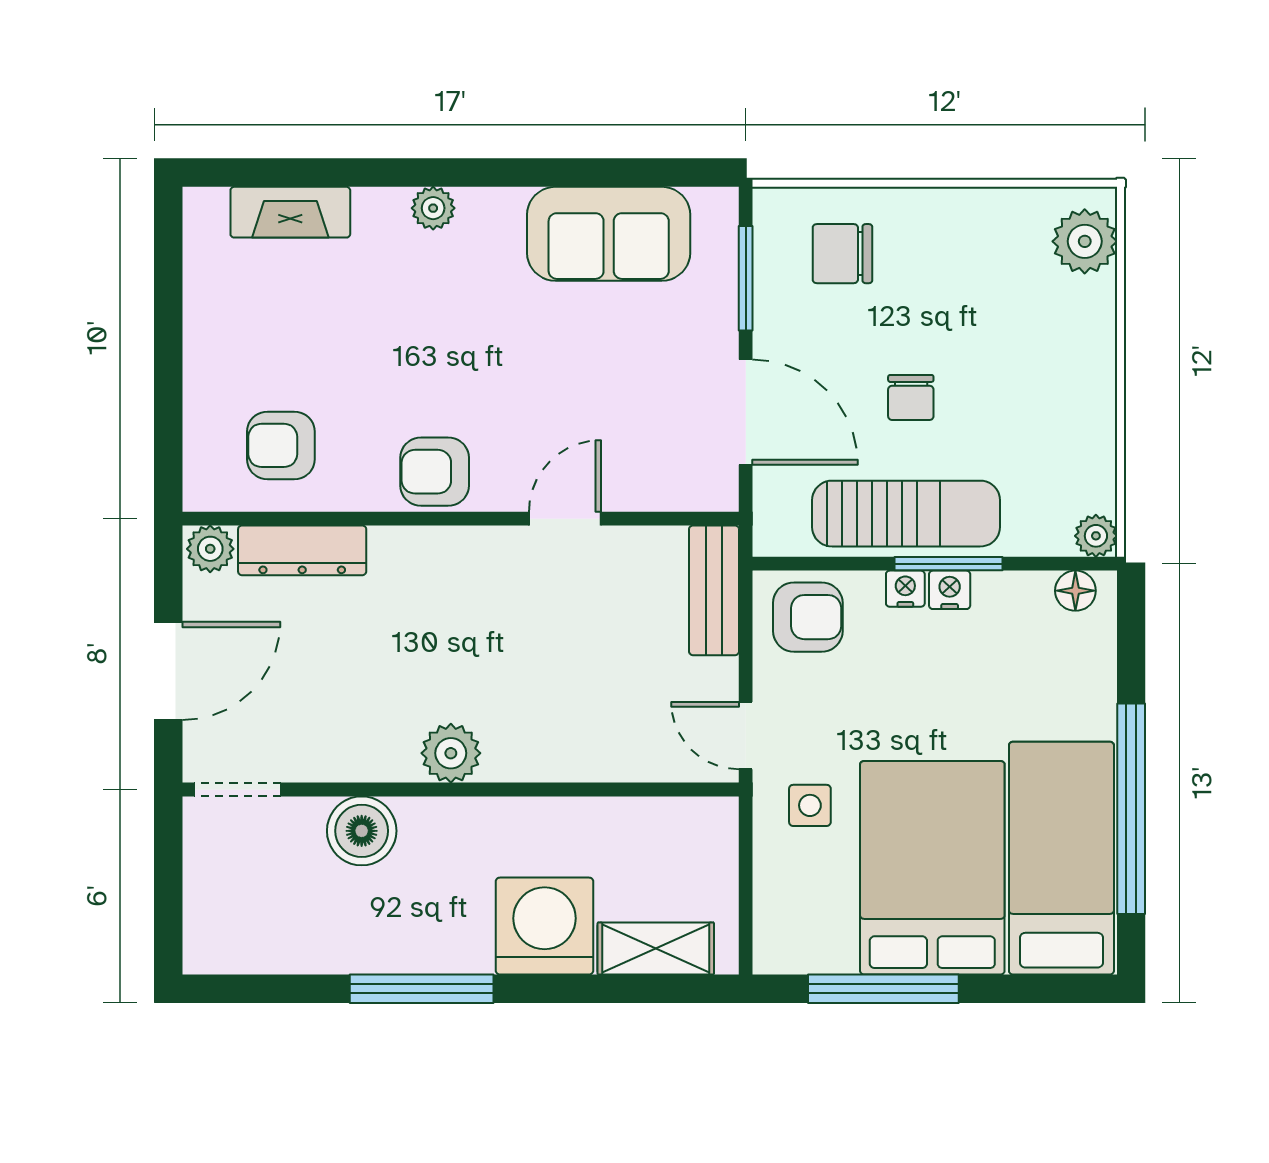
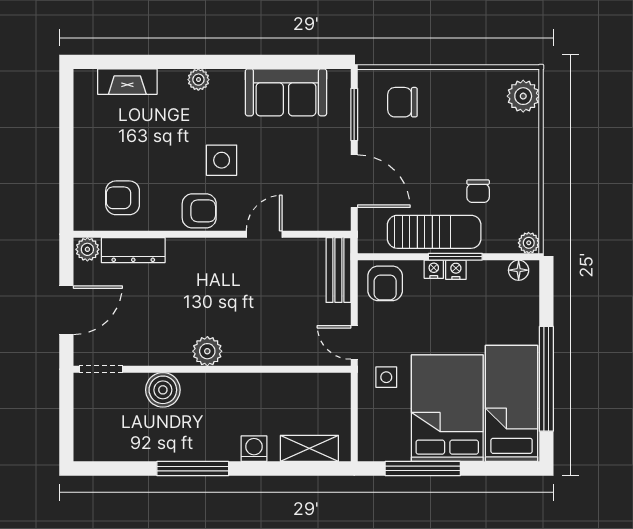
side table: (480, 370) -> (222, 160), added
chair: (911, 397) -> (478, 191), moved
armchair: (435, 472) -> (199, 211), turned 180
armchair: (808, 617) -> (385, 283), turned 90
washing machine: (545, 926) -> (254, 449), width x0.53, depth x0.53

